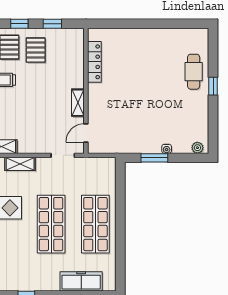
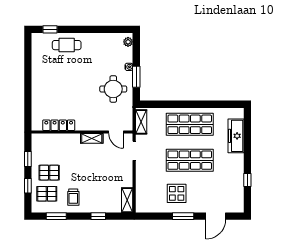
window: (213, 86) -> (50, 29), moved
round table: (139, 129) -> (113, 89), added
shelving: (20, 164) -> (141, 122), moved

